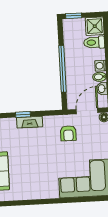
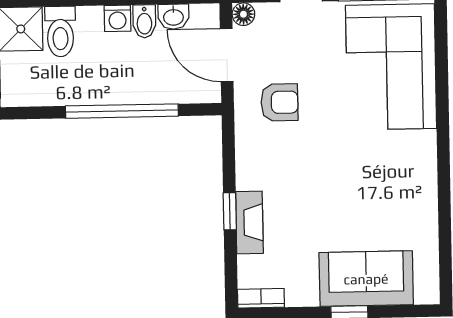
fireplace: (30, 122) -> (249, 222), moved

